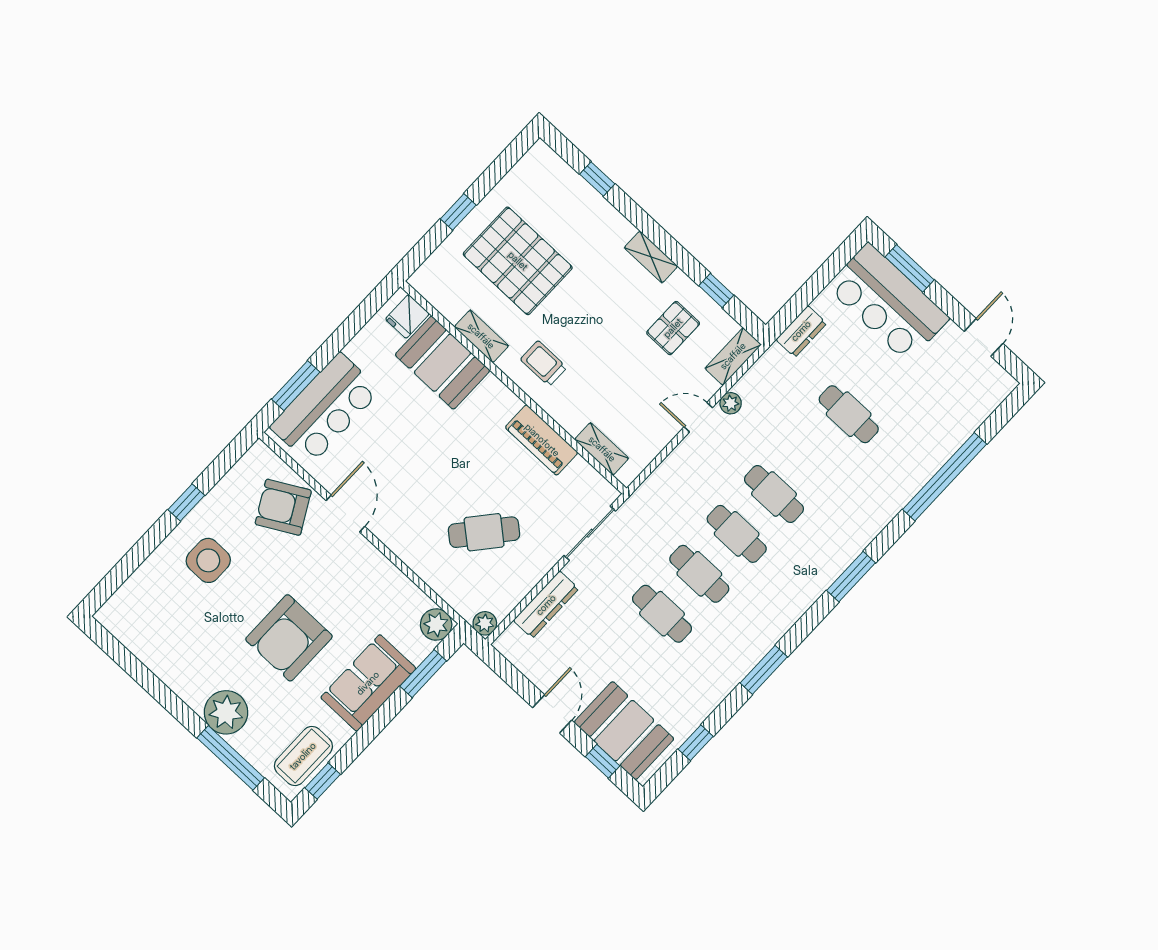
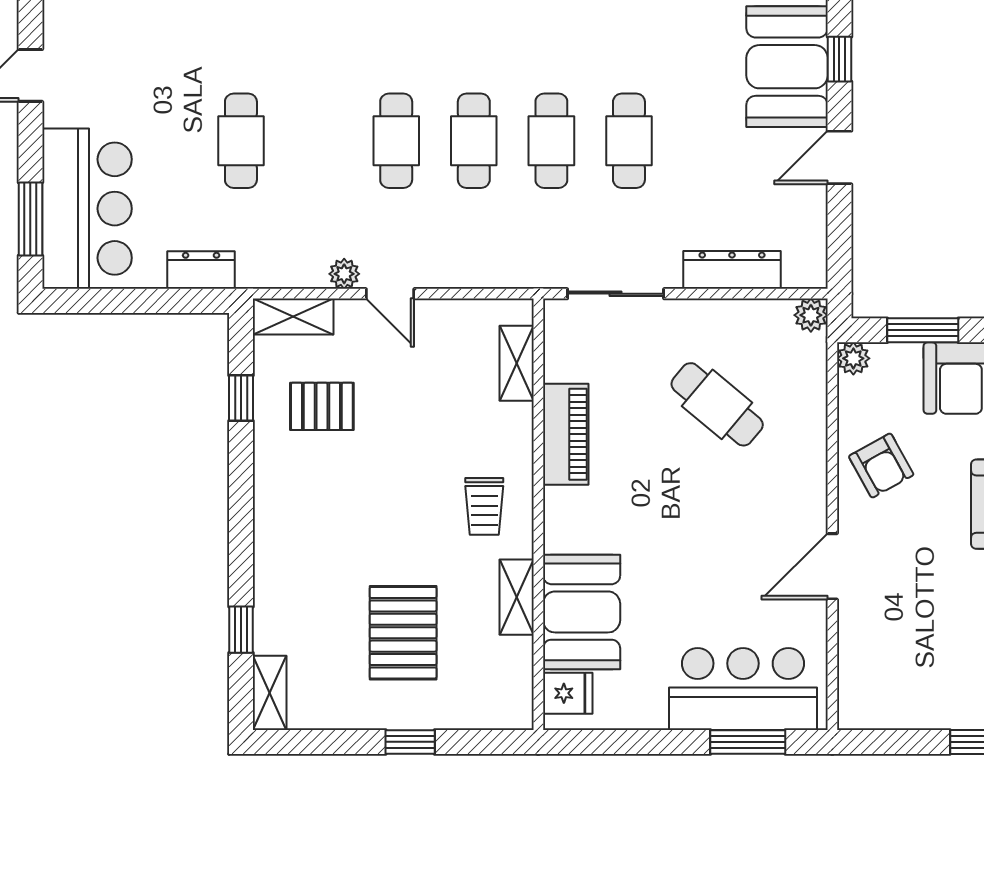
shelving: (651, 257) -> (270, 693), moved
pallet: (518, 261) -> (403, 633), width x0.73, depth x0.71
armchair: (283, 507) -> (881, 466), moved, width x0.72, depth x0.72
plant: (436, 625) -> (853, 358), width x0.73, depth x0.73

